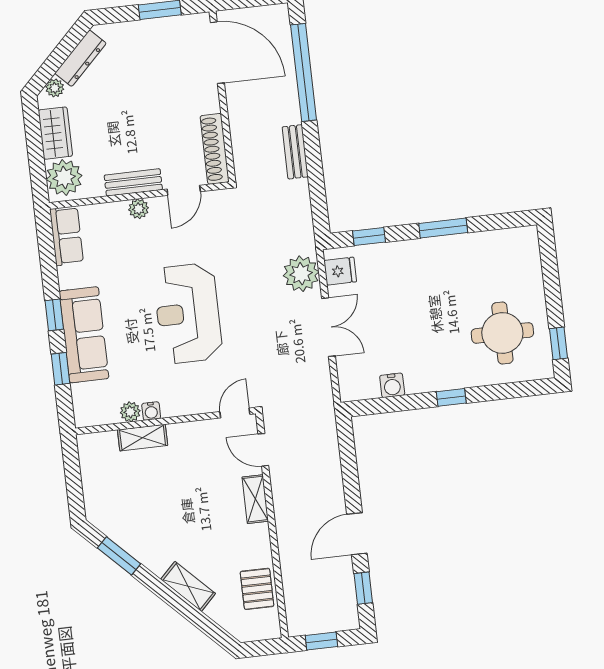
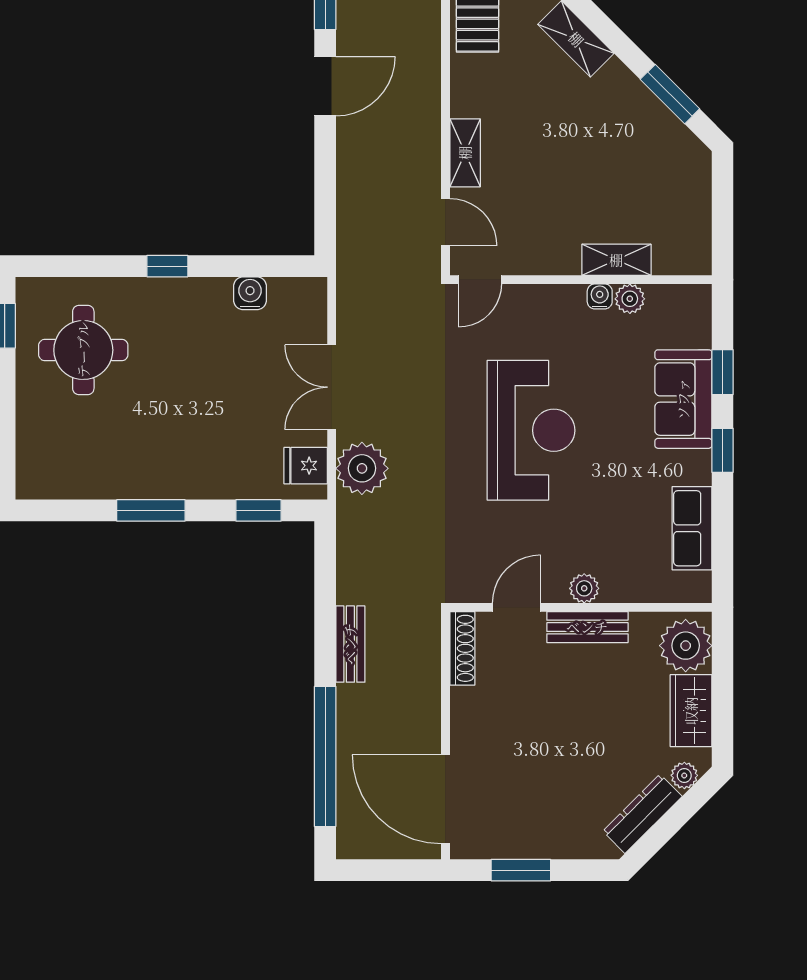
shoe rack: (215, 149) -> (462, 648), width x0.74, depth x0.81
row of seats: (67, 236) -> (692, 528), moved
sofa: (84, 335) -> (683, 399), width x0.73

